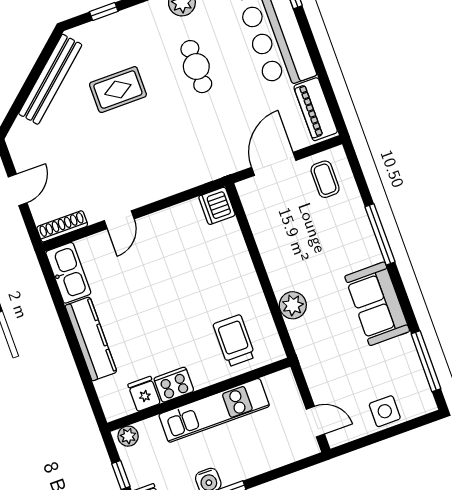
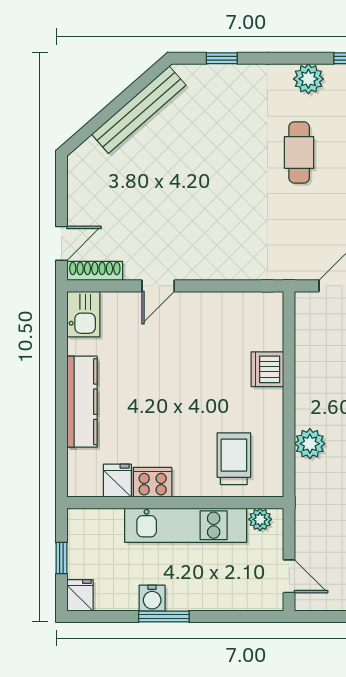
rug: (118, 90) -> (207, 147), removed
door: (18, 190) -> (61, 243), moved
dishwasher: (217, 206) -> (267, 369), moved
kitchen sink: (68, 273) -> (83, 314), width x0.73
plant: (128, 436) -> (260, 519), moved

